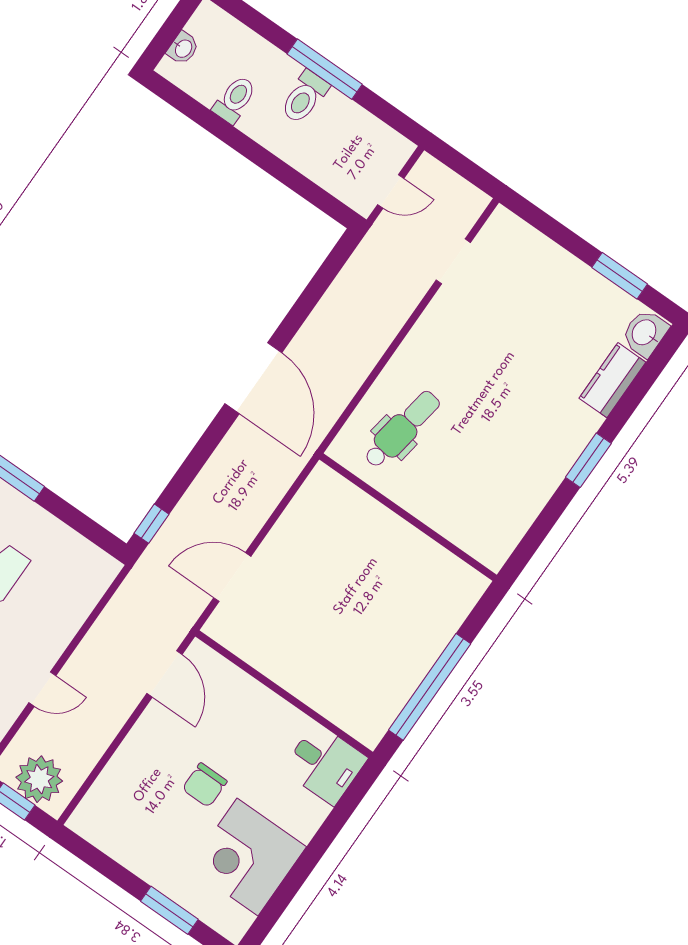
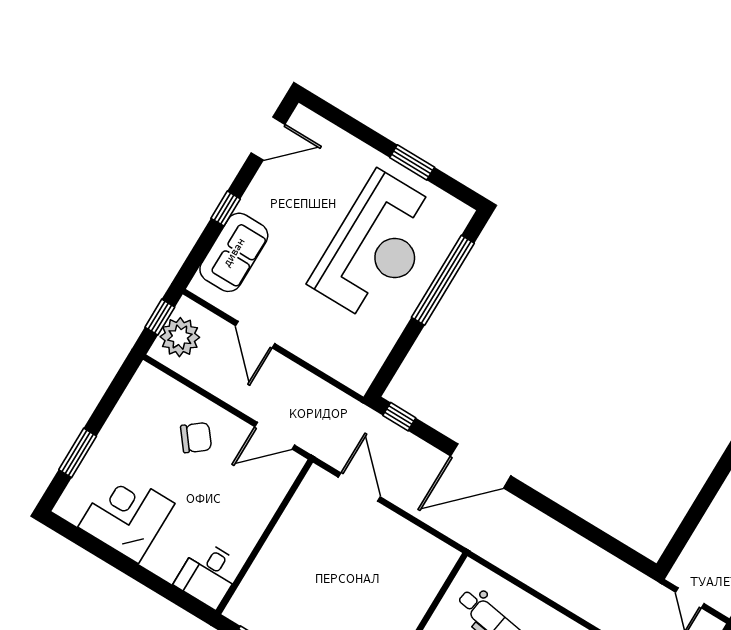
door: (253, 378) -> (481, 466), moved
door: (42, 689) -> (255, 335), width x1.38
chair: (205, 785) -> (196, 438), moved, turned 142

